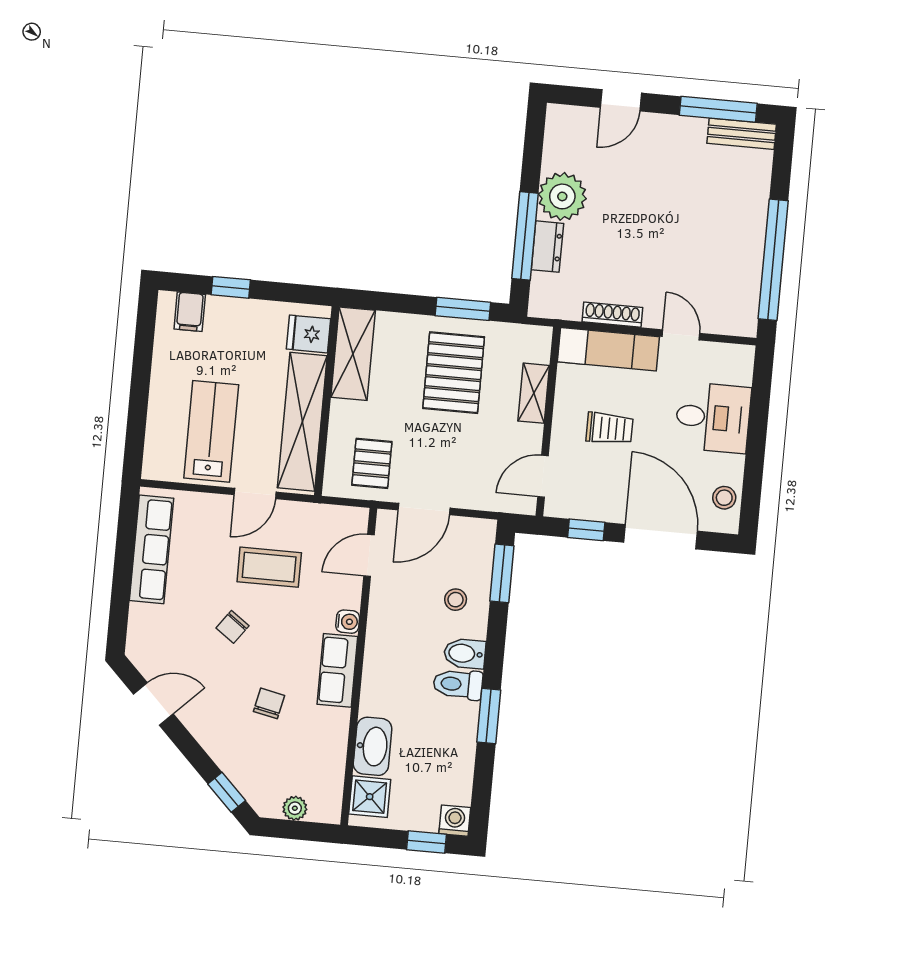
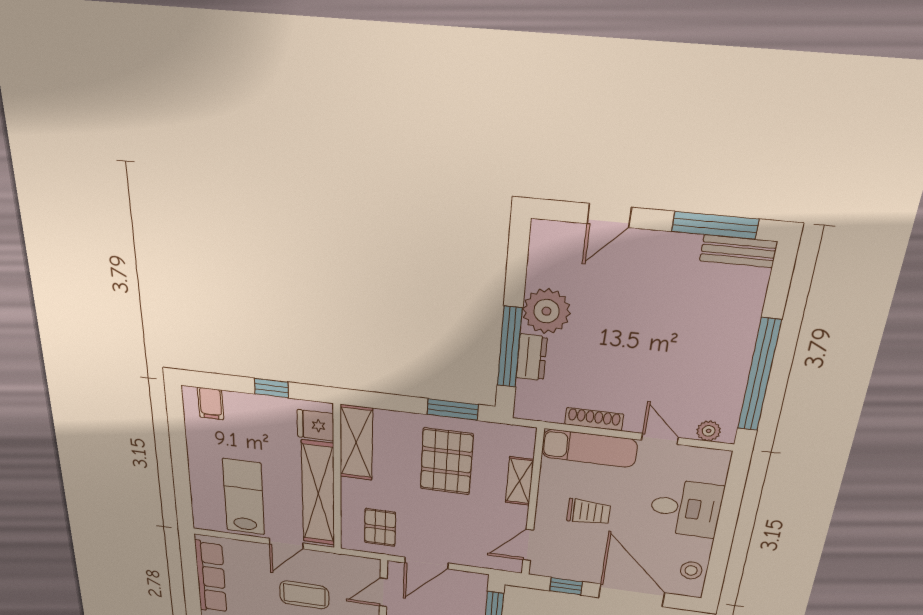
window: (231, 287) -> (271, 388), moved
plant: (729, 323) -> (709, 431), added

